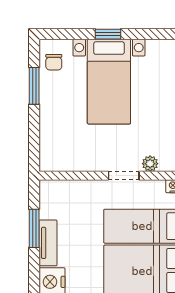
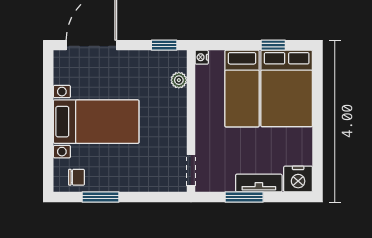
window: (108, 34) -> (48, 123), removed
doorway: (124, 176) -> (191, 170), moved

